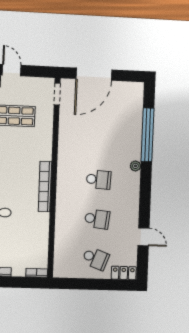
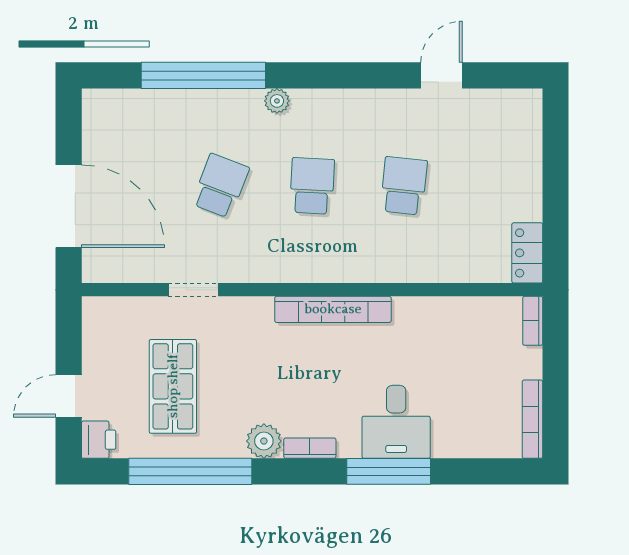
doorway: (57, 94) -> (193, 290), moved
school desk: (96, 258) -> (220, 186), moved
locker: (124, 273) -> (527, 253), moved

